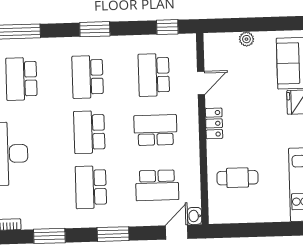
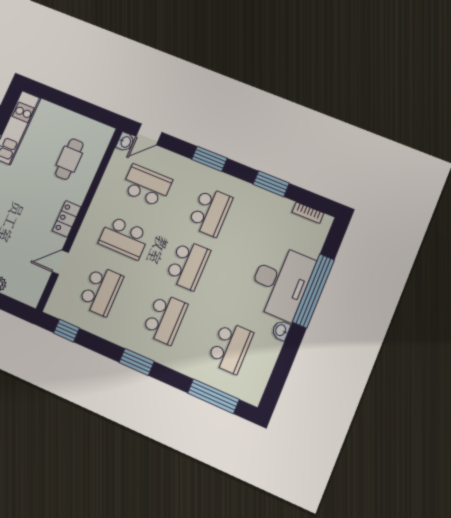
cafe table: (238, 178) -> (69, 159), turned 90

